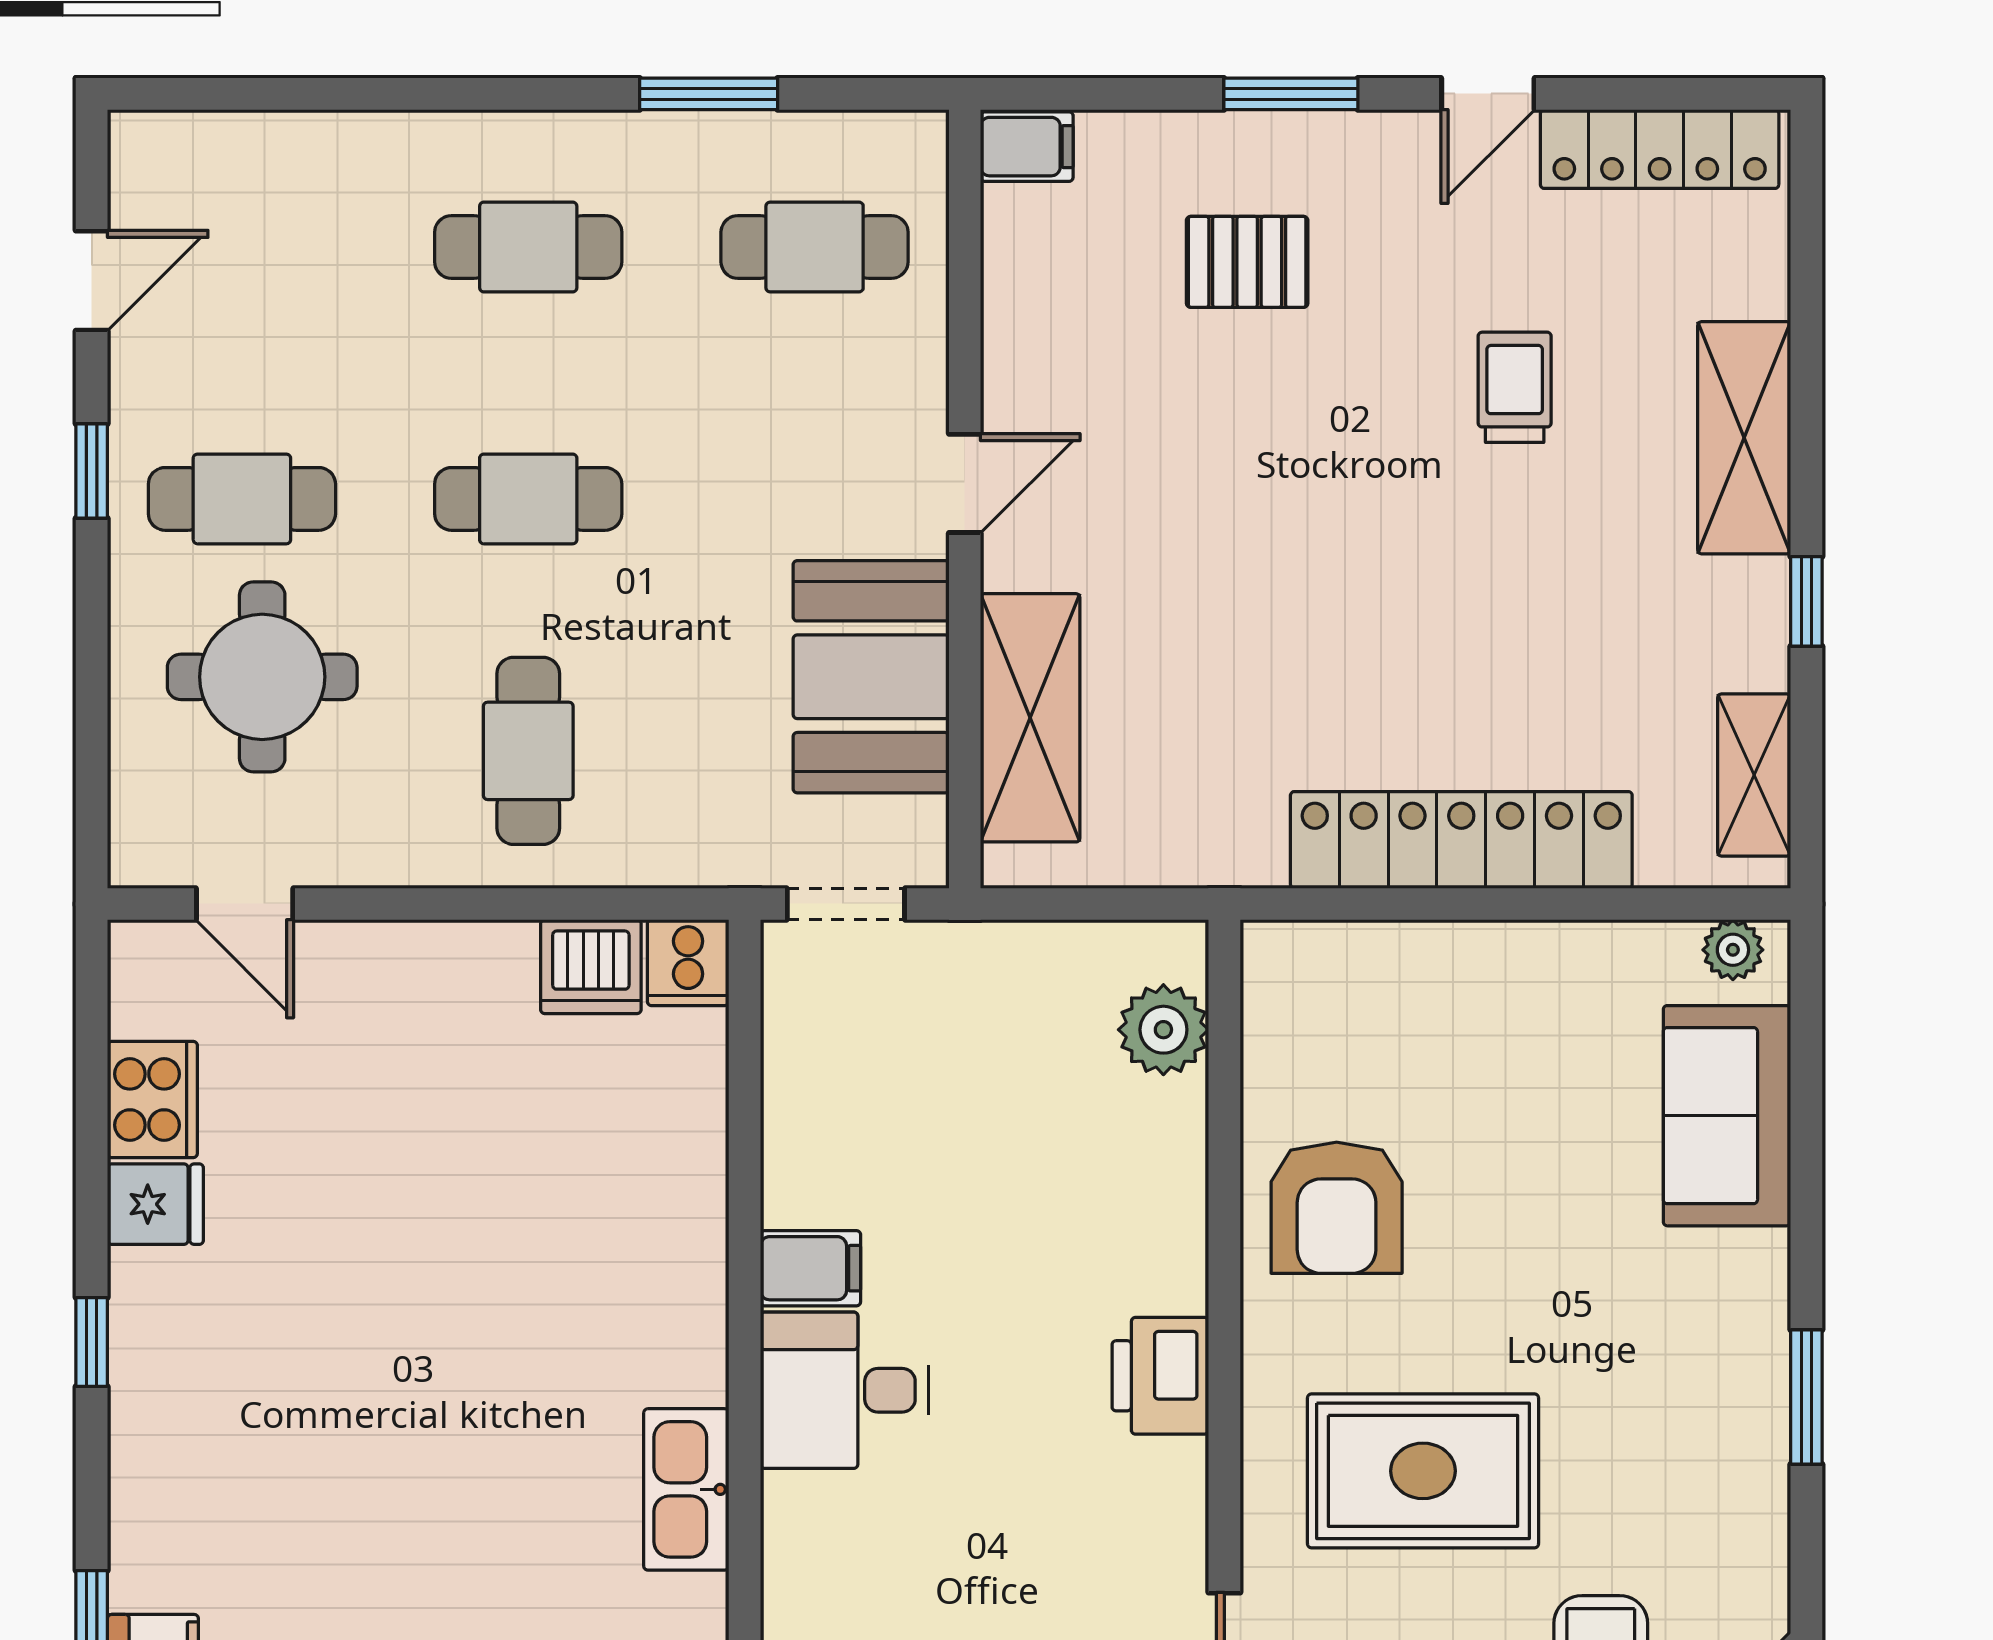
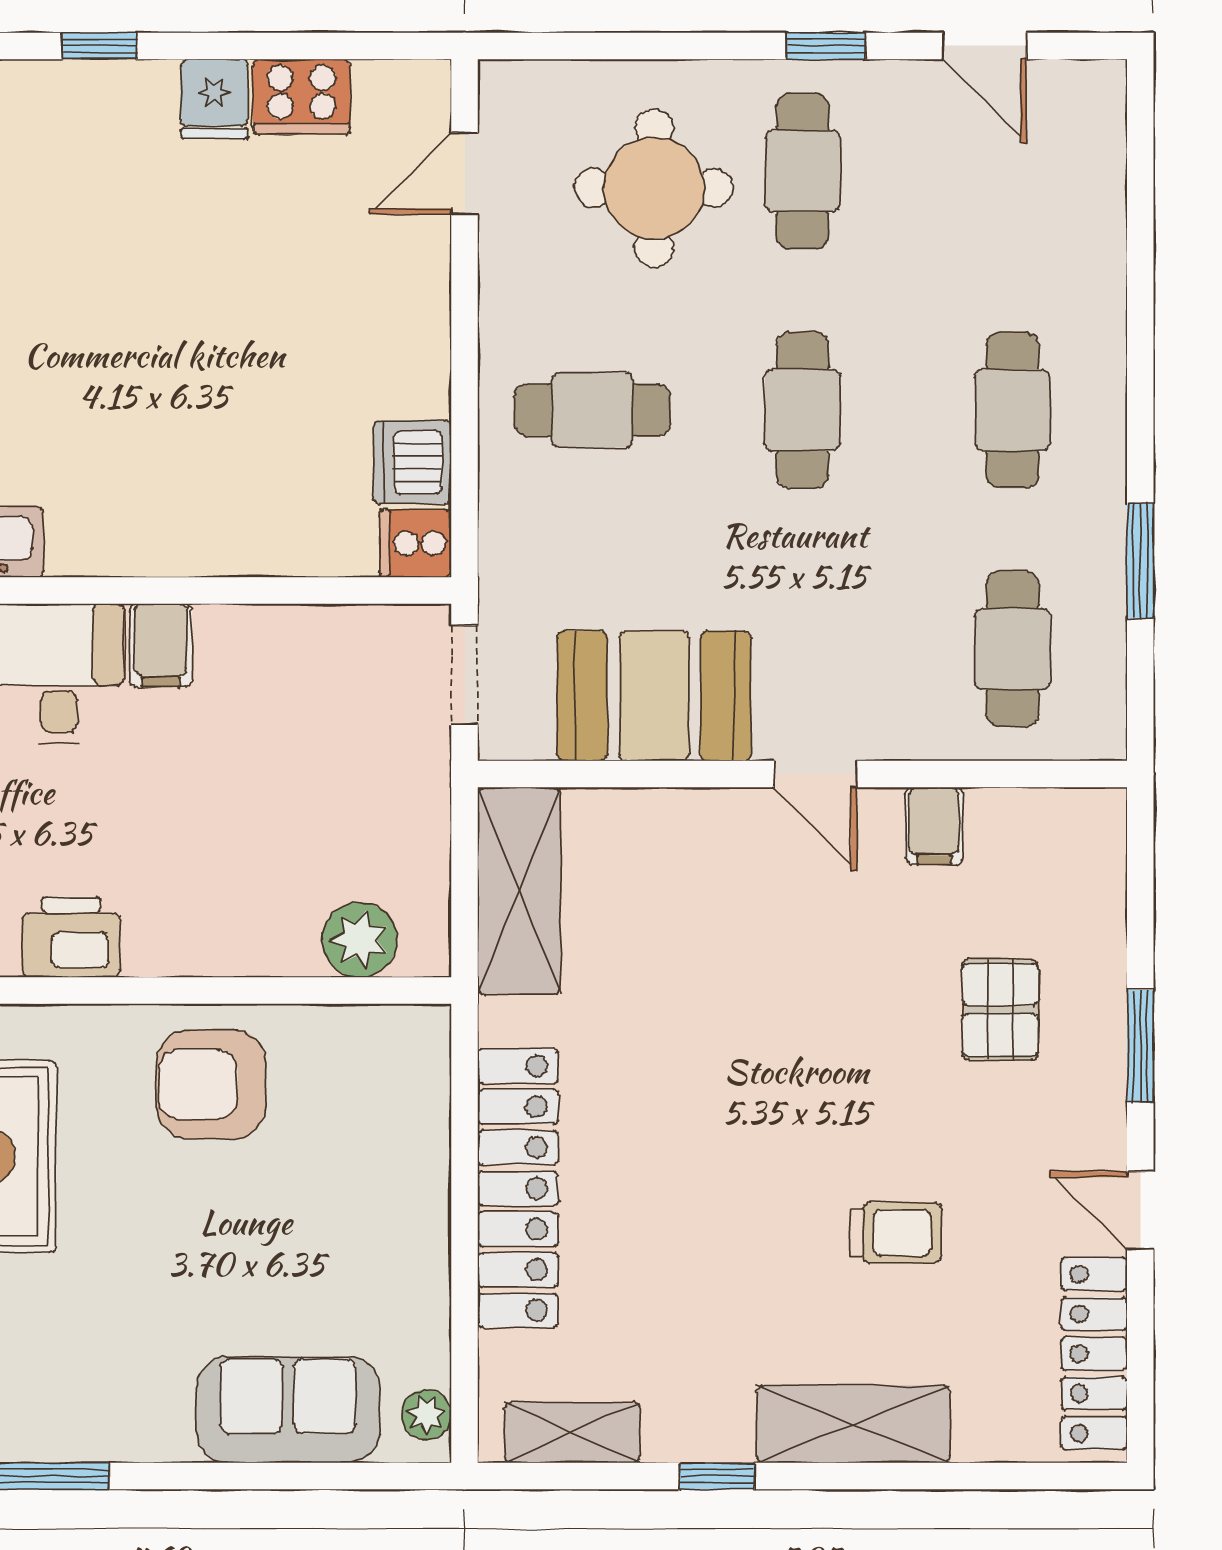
filing cabinet: (1027, 147) -> (934, 826), moved
shelving: (1030, 718) -> (519, 891), moved, turned 90

